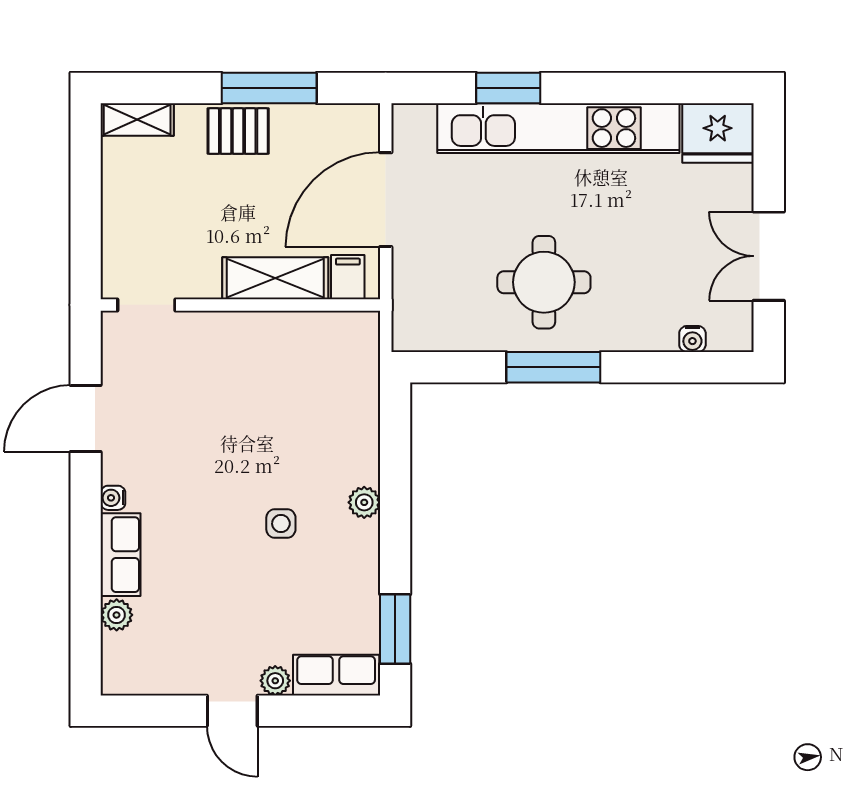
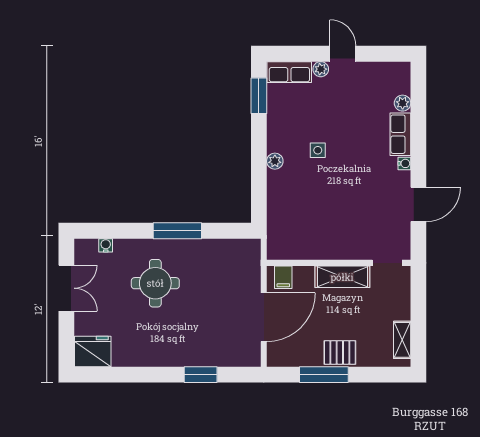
shelving: (137, 119) -> (402, 340), moved, turned 90
kitchen unit: (558, 128) -> (175, 354), removed
shelving: (275, 278) -> (342, 277), moved
round table: (544, 282) -> (155, 283), moved

